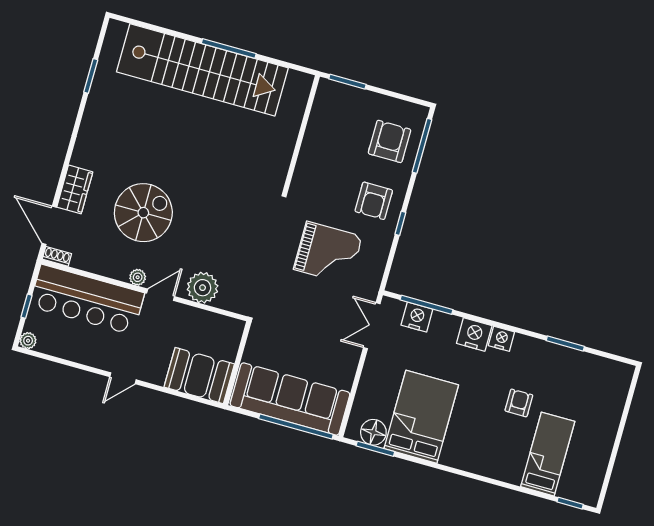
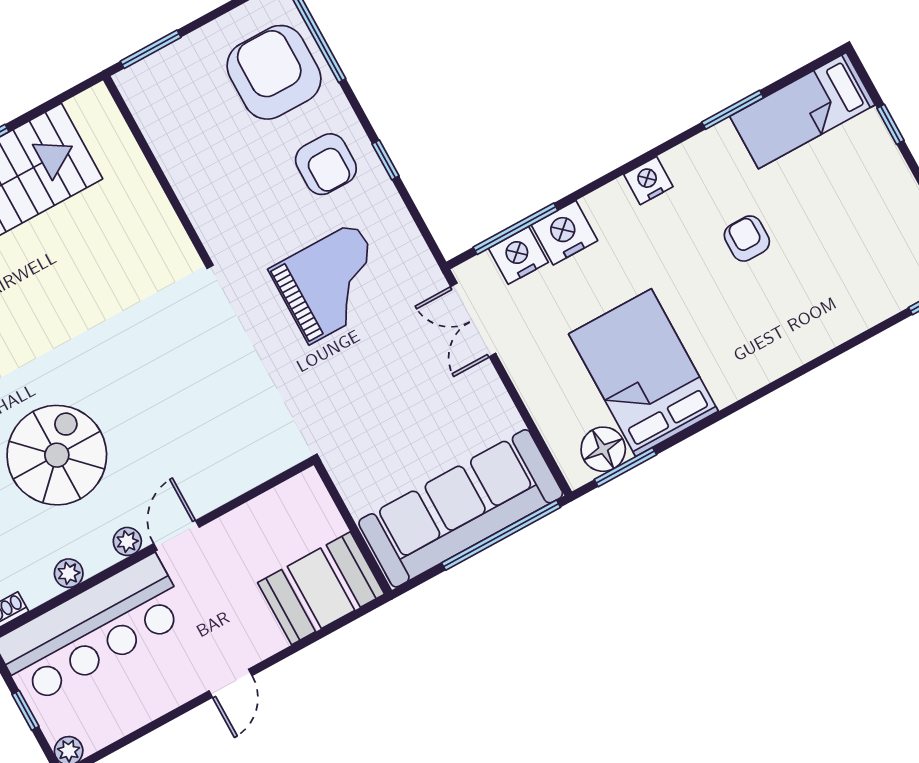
armchair: (389, 141) -> (274, 72), width x1.36, depth x1.36
plant: (203, 288) -> (69, 573), moved, width x0.53, depth x0.53
nightstand: (474, 334) -> (565, 233), moved
window: (625, 414) -> (891, 124), added
bed: (548, 454) -> (802, 111), moved, turned -90

